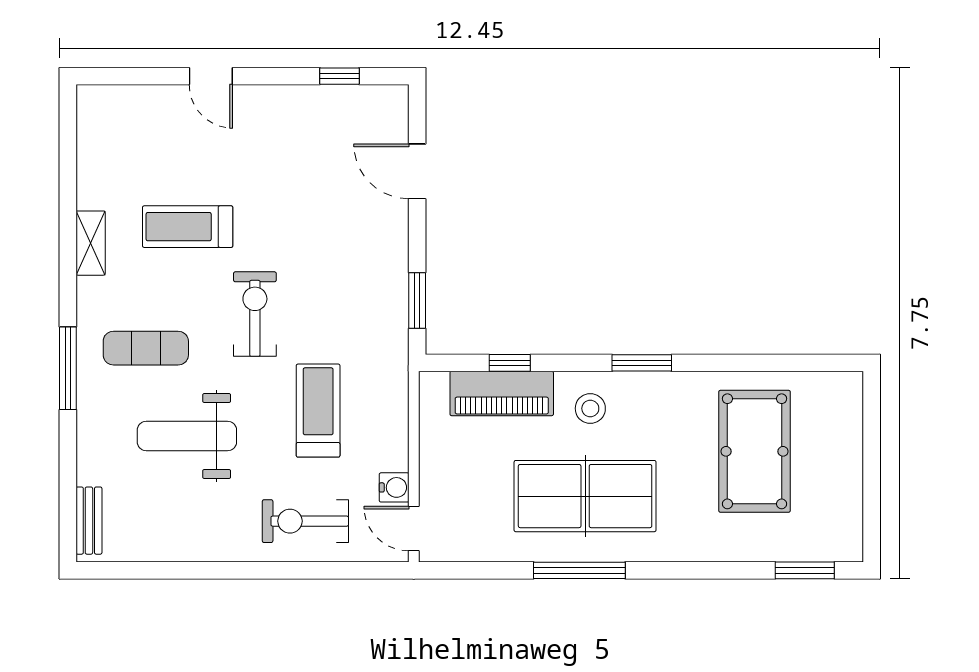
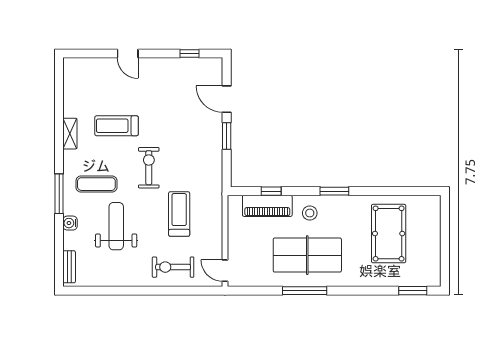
window: (417, 300) -> (227, 136), moved
weight bench: (187, 436) -> (116, 226), turned 90
water cooler: (394, 487) -> (70, 223), moved, turned 180

